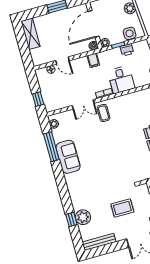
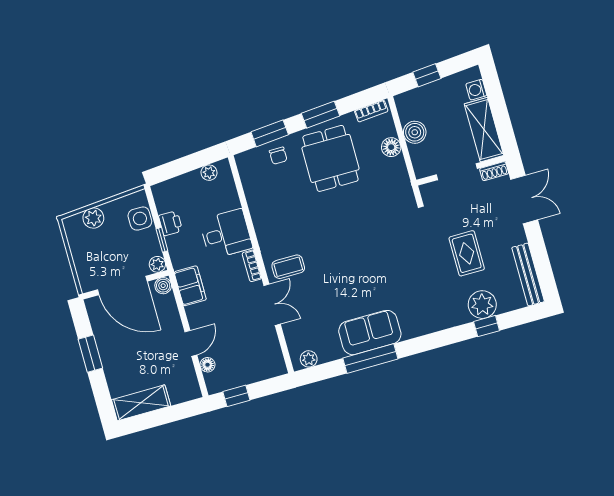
filing cabinet: (93, 60) -> (190, 286), width x2.00
window: (38, 99) -> (236, 396), moved
window: (51, 147) -> (370, 359), moved
rug: (122, 208) -> (467, 253), moved

